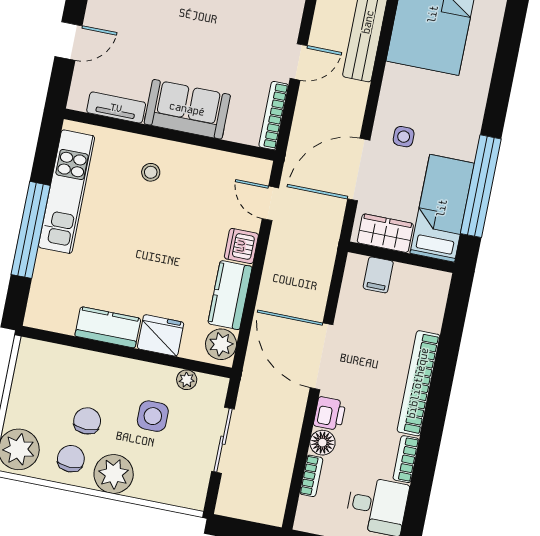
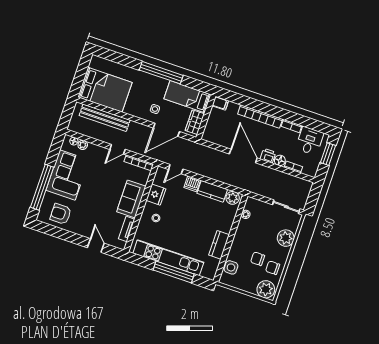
door: (299, 62) -> (117, 149), swing flipped
door: (359, 170) -> (166, 130), hinge flipped
window: (481, 186) -> (161, 73), moved
kitchen unit: (67, 192) -> (168, 258), width x1.36
filing cabinet: (378, 275) -> (220, 103), moved
fridge: (161, 335) -> (156, 195), moved, turned 180
door: (321, 356) -> (243, 156), swing flipped
side table: (153, 416) -> (231, 267), moved
sliding door: (223, 440) -> (286, 207), moved
plant: (114, 474) -> (286, 238), moved

